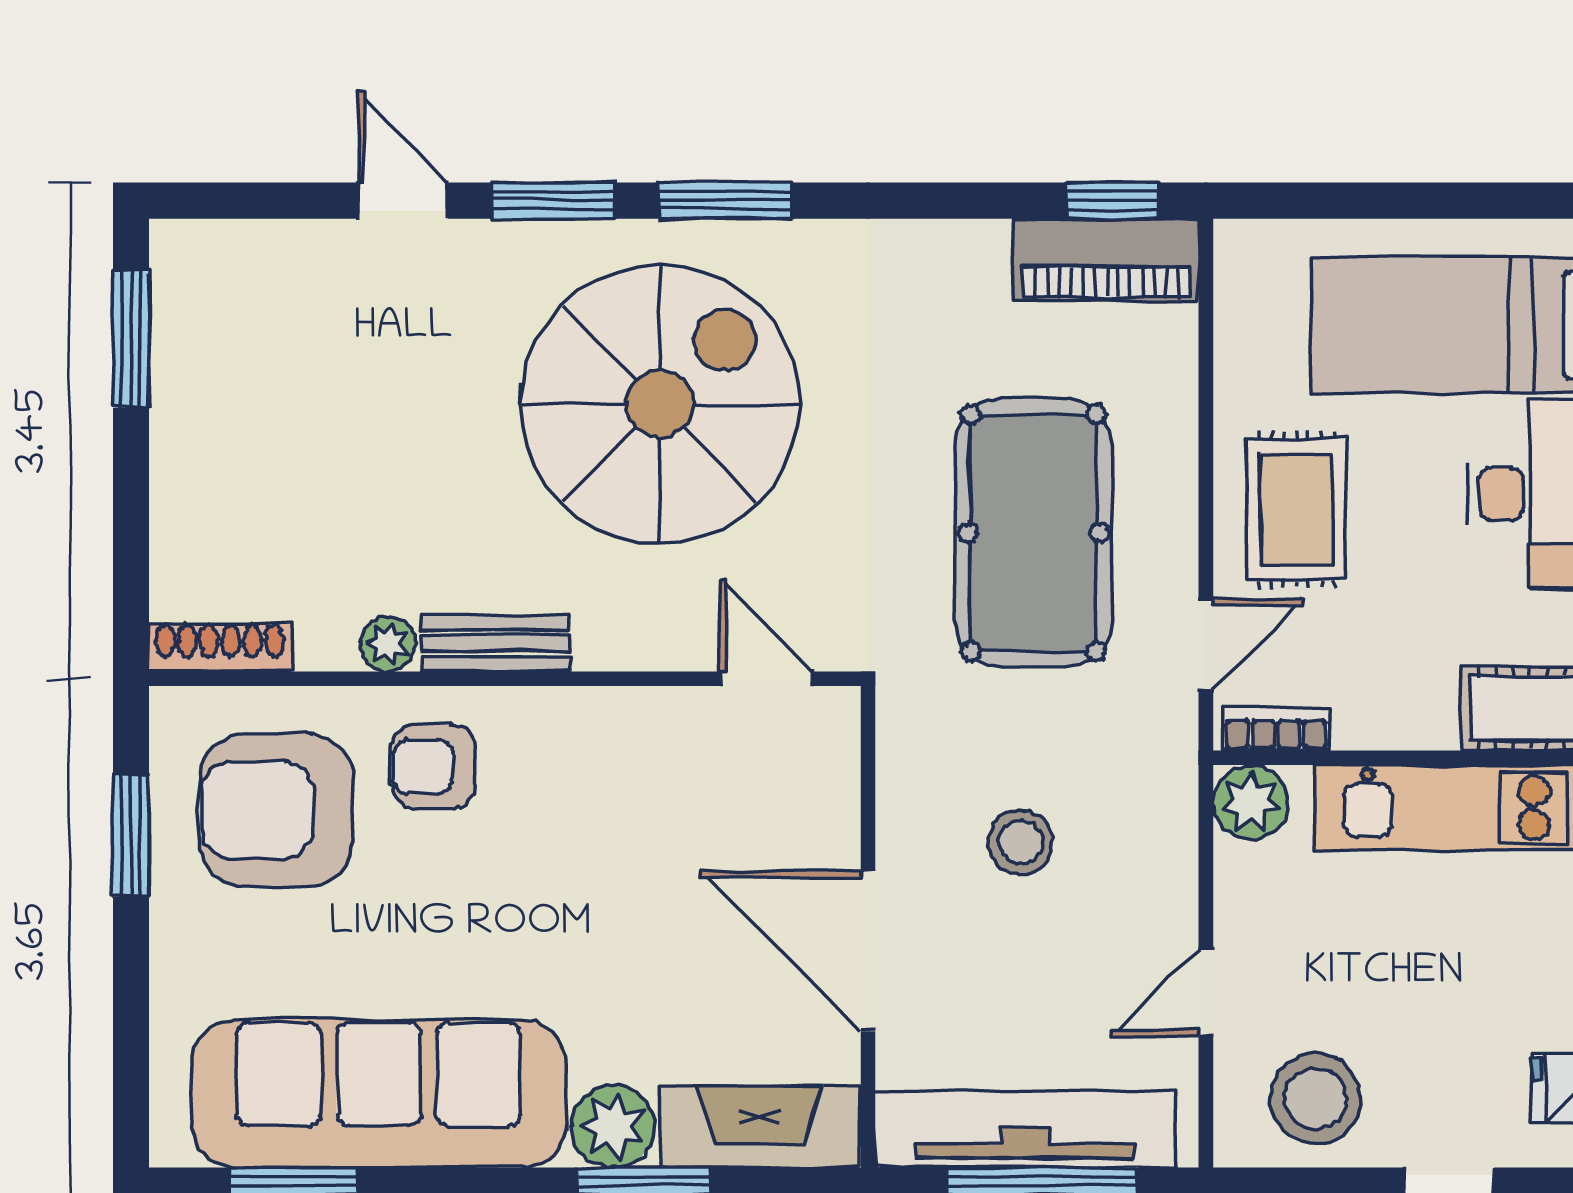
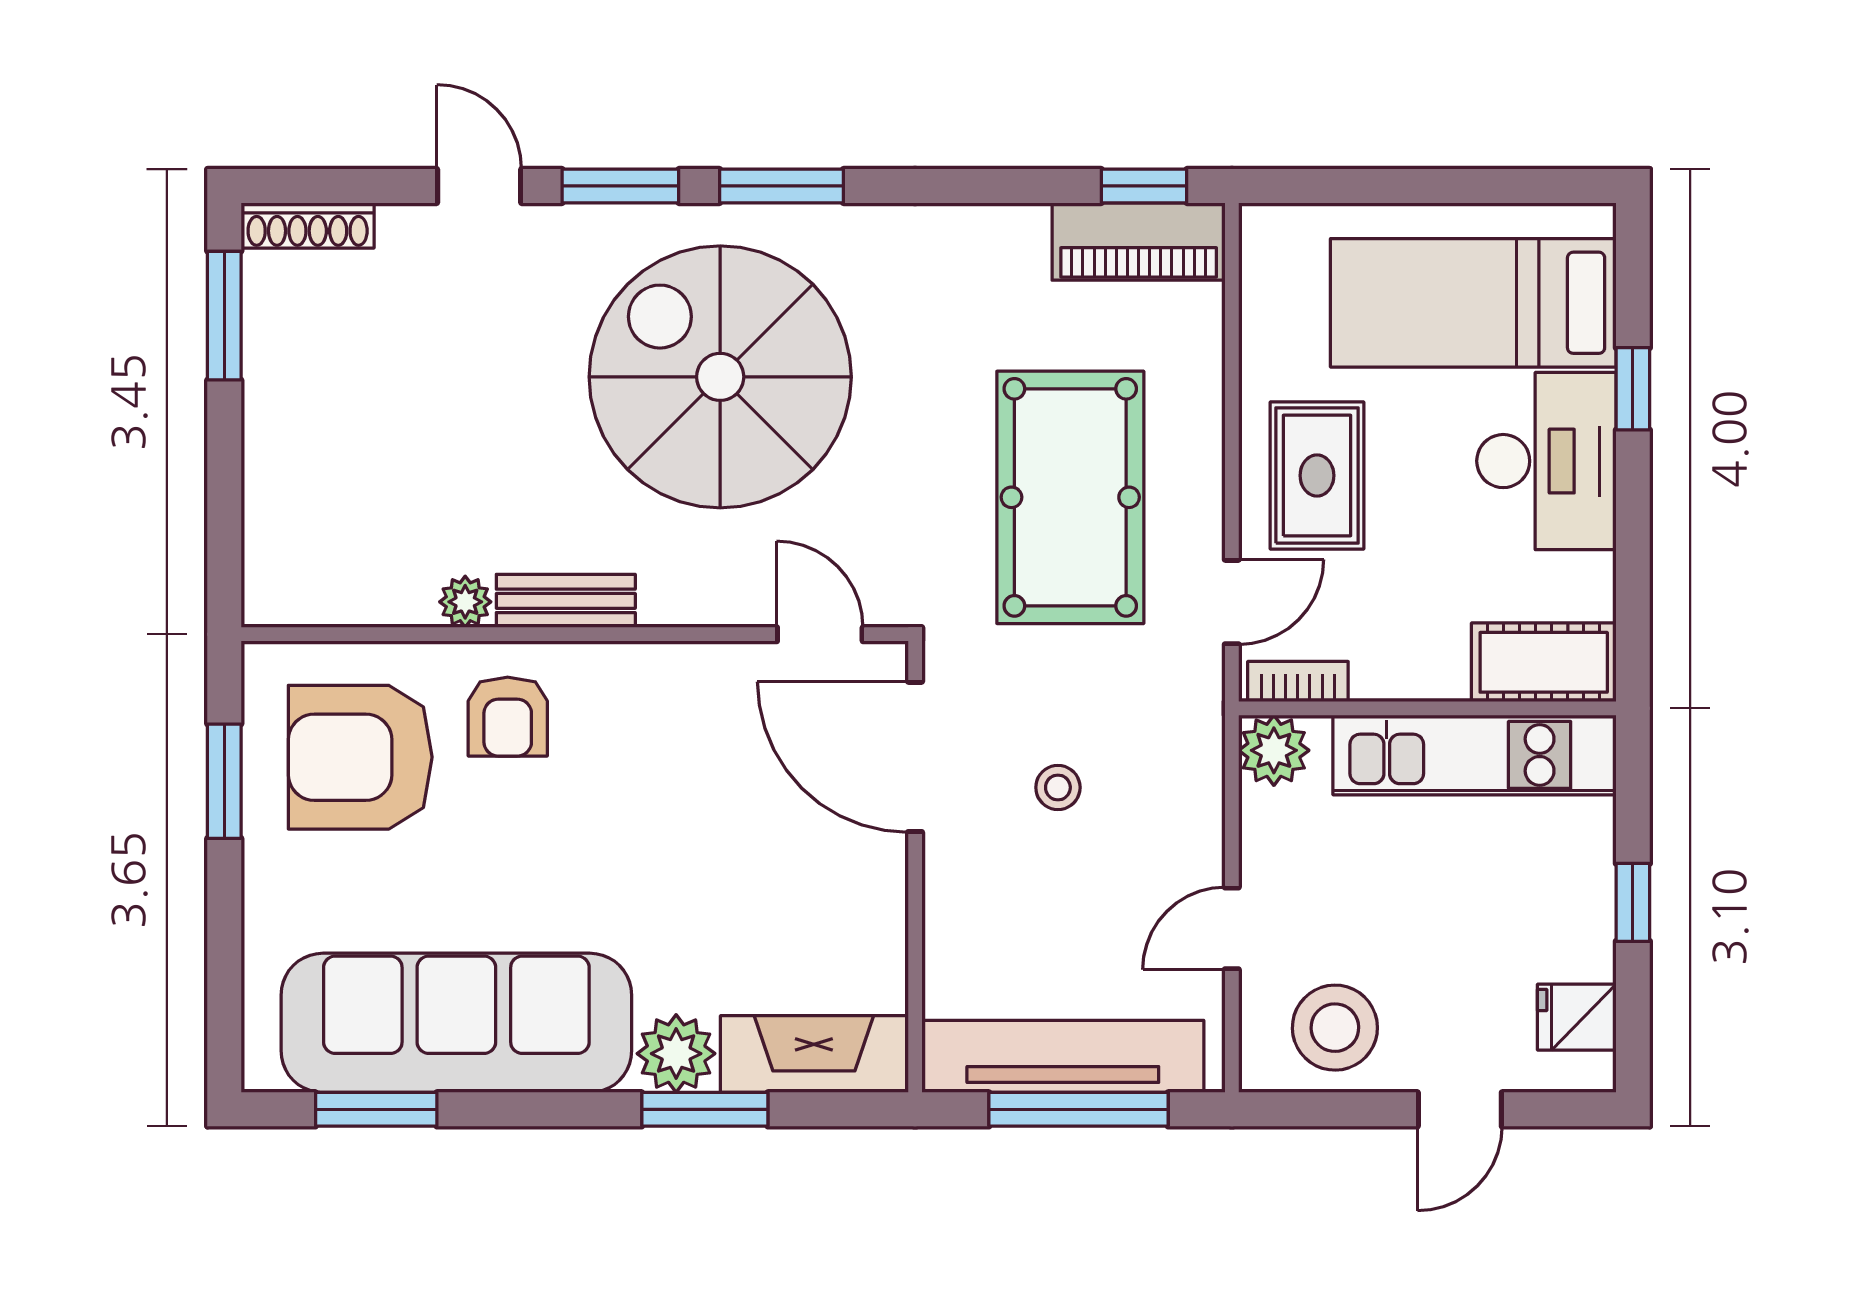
spiral stairs: (660, 404) -> (720, 377), turned -90
shoe rack: (220, 647) -> (308, 225), moved, turned 180
armchair: (433, 767) -> (508, 717), turned -90
stool: (1020, 842) -> (1058, 787), width x0.73, depth x0.73
door: (868, 951) -> (915, 757), moved

